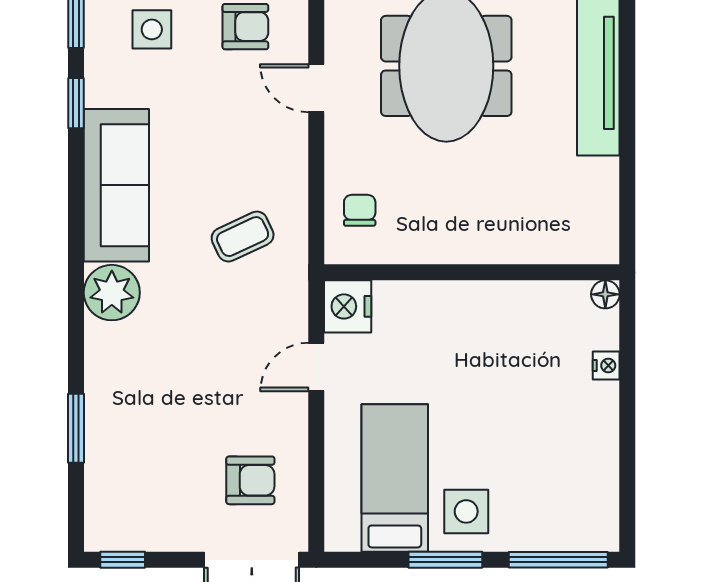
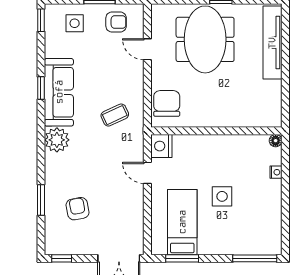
window: (76, 103) -> (41, 88), moved
chair: (360, 210) -> (167, 103), width x1.87, depth x1.87
door: (316, 367) -> (147, 173), hinge flipped
armchair: (250, 480) -> (78, 209), moved, turned -101
side table: (466, 511) -> (222, 196), moved
window: (445, 560) -> (182, 258), moved

